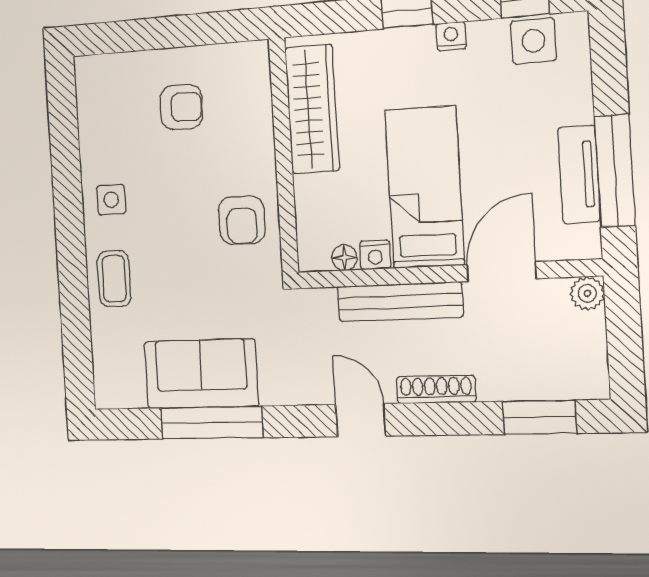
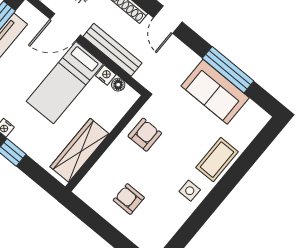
coffee table: (114, 279) -> (217, 160), width x1.36, depth x1.30

